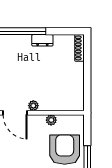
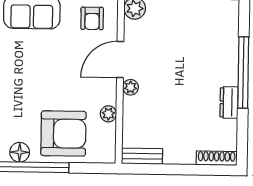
bench: (79, 97) -> (142, 156), added

